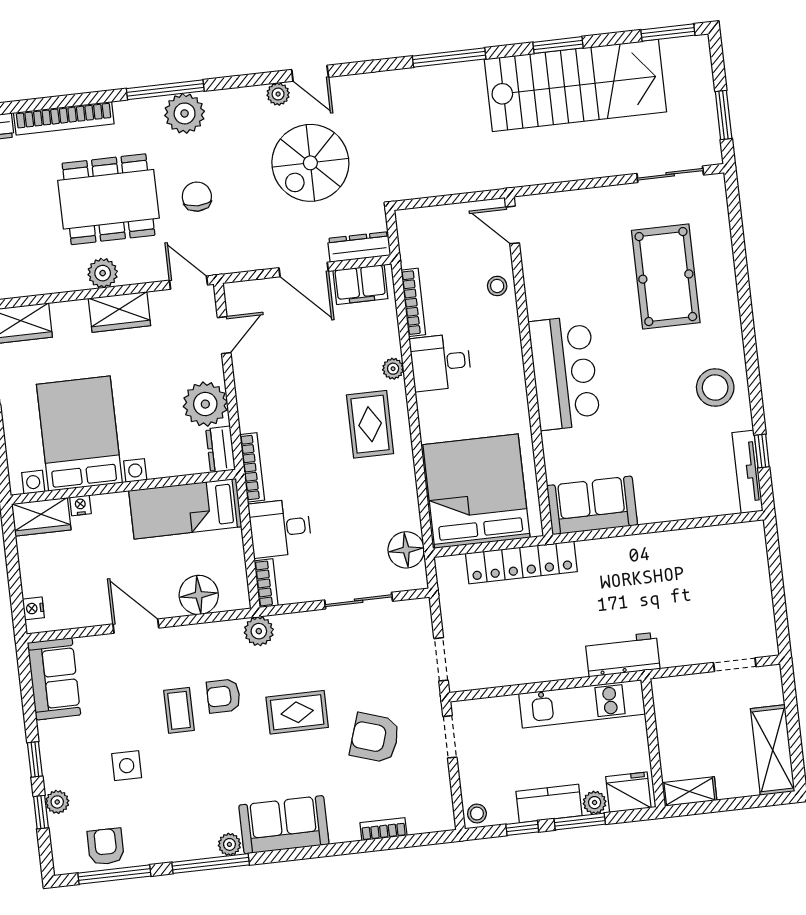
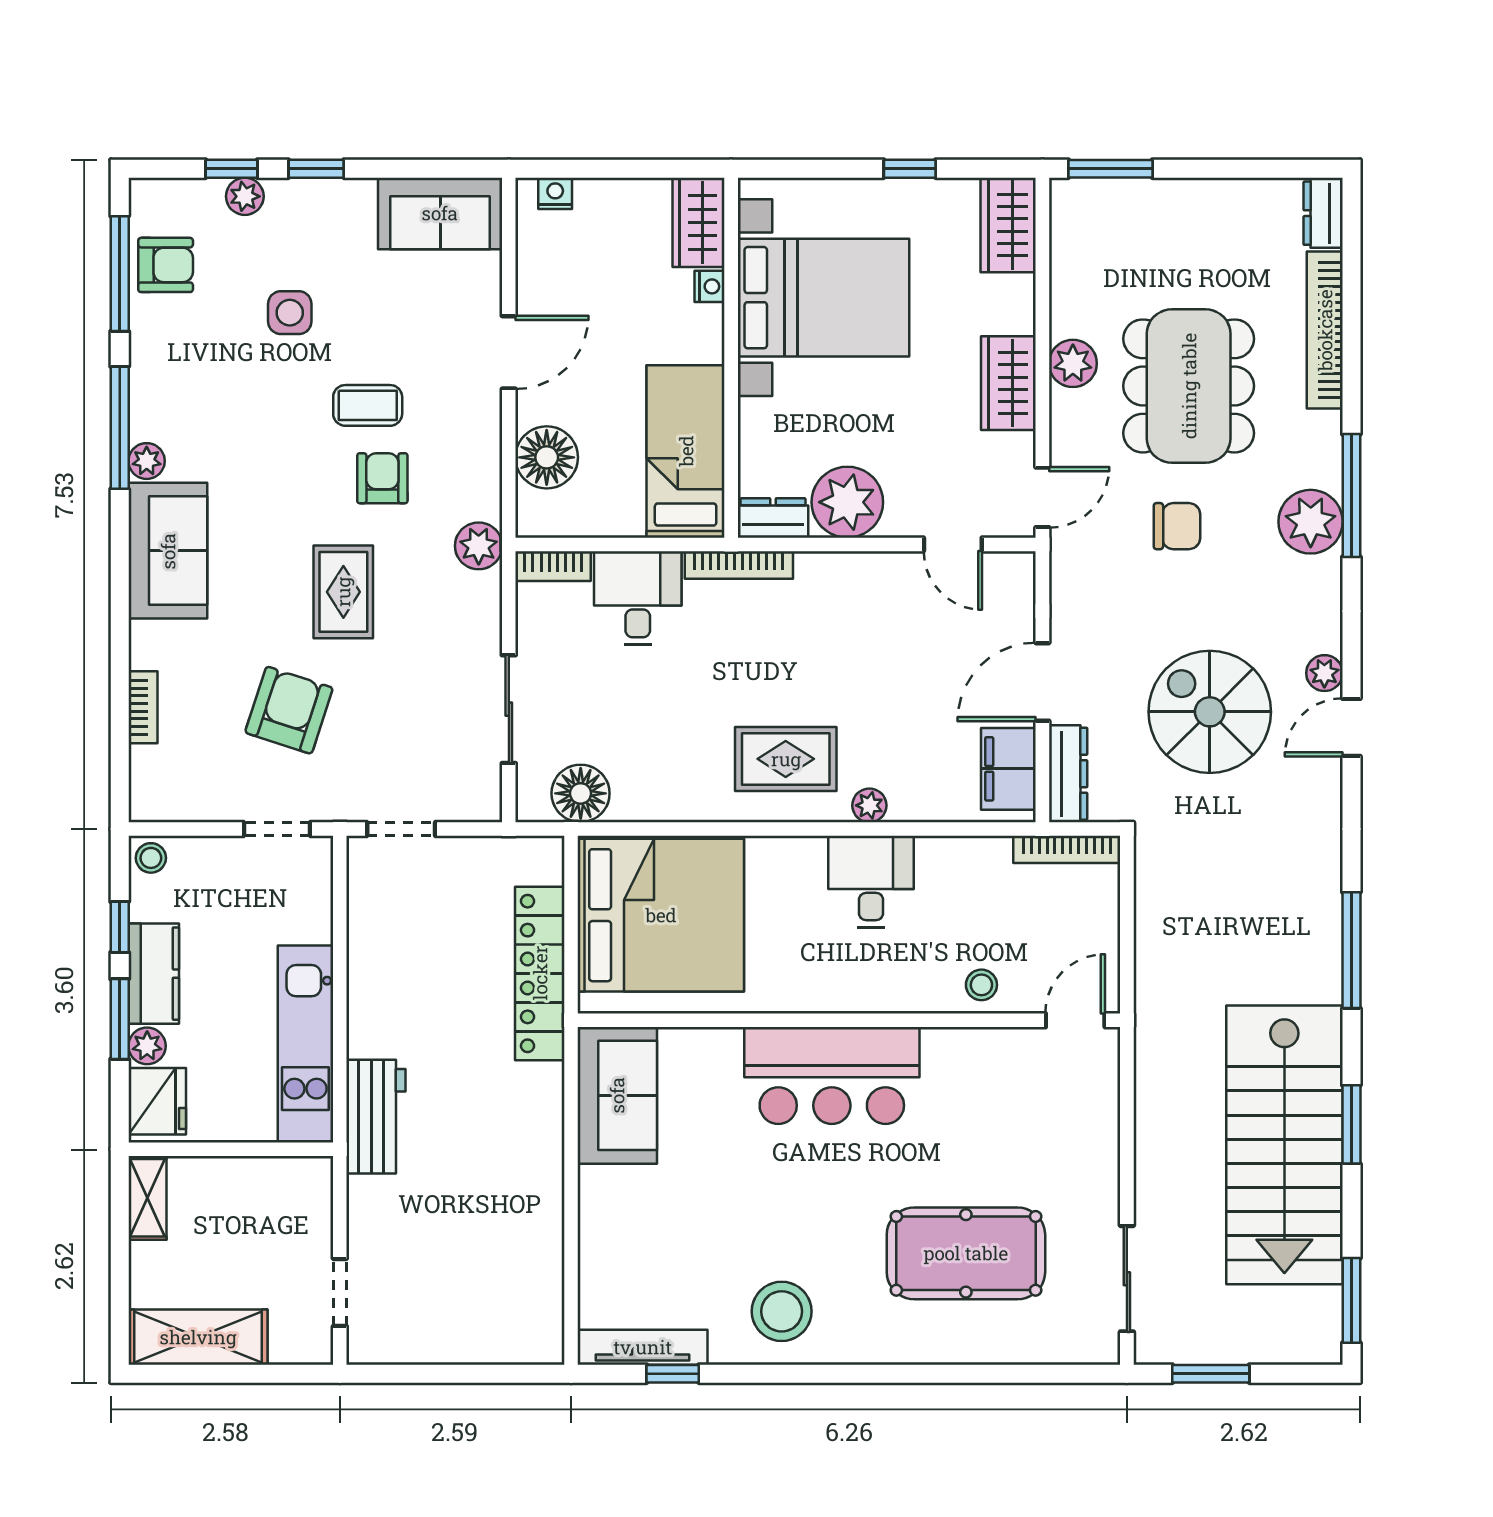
bookcase: (413, 302) -> (1067, 849), moved

